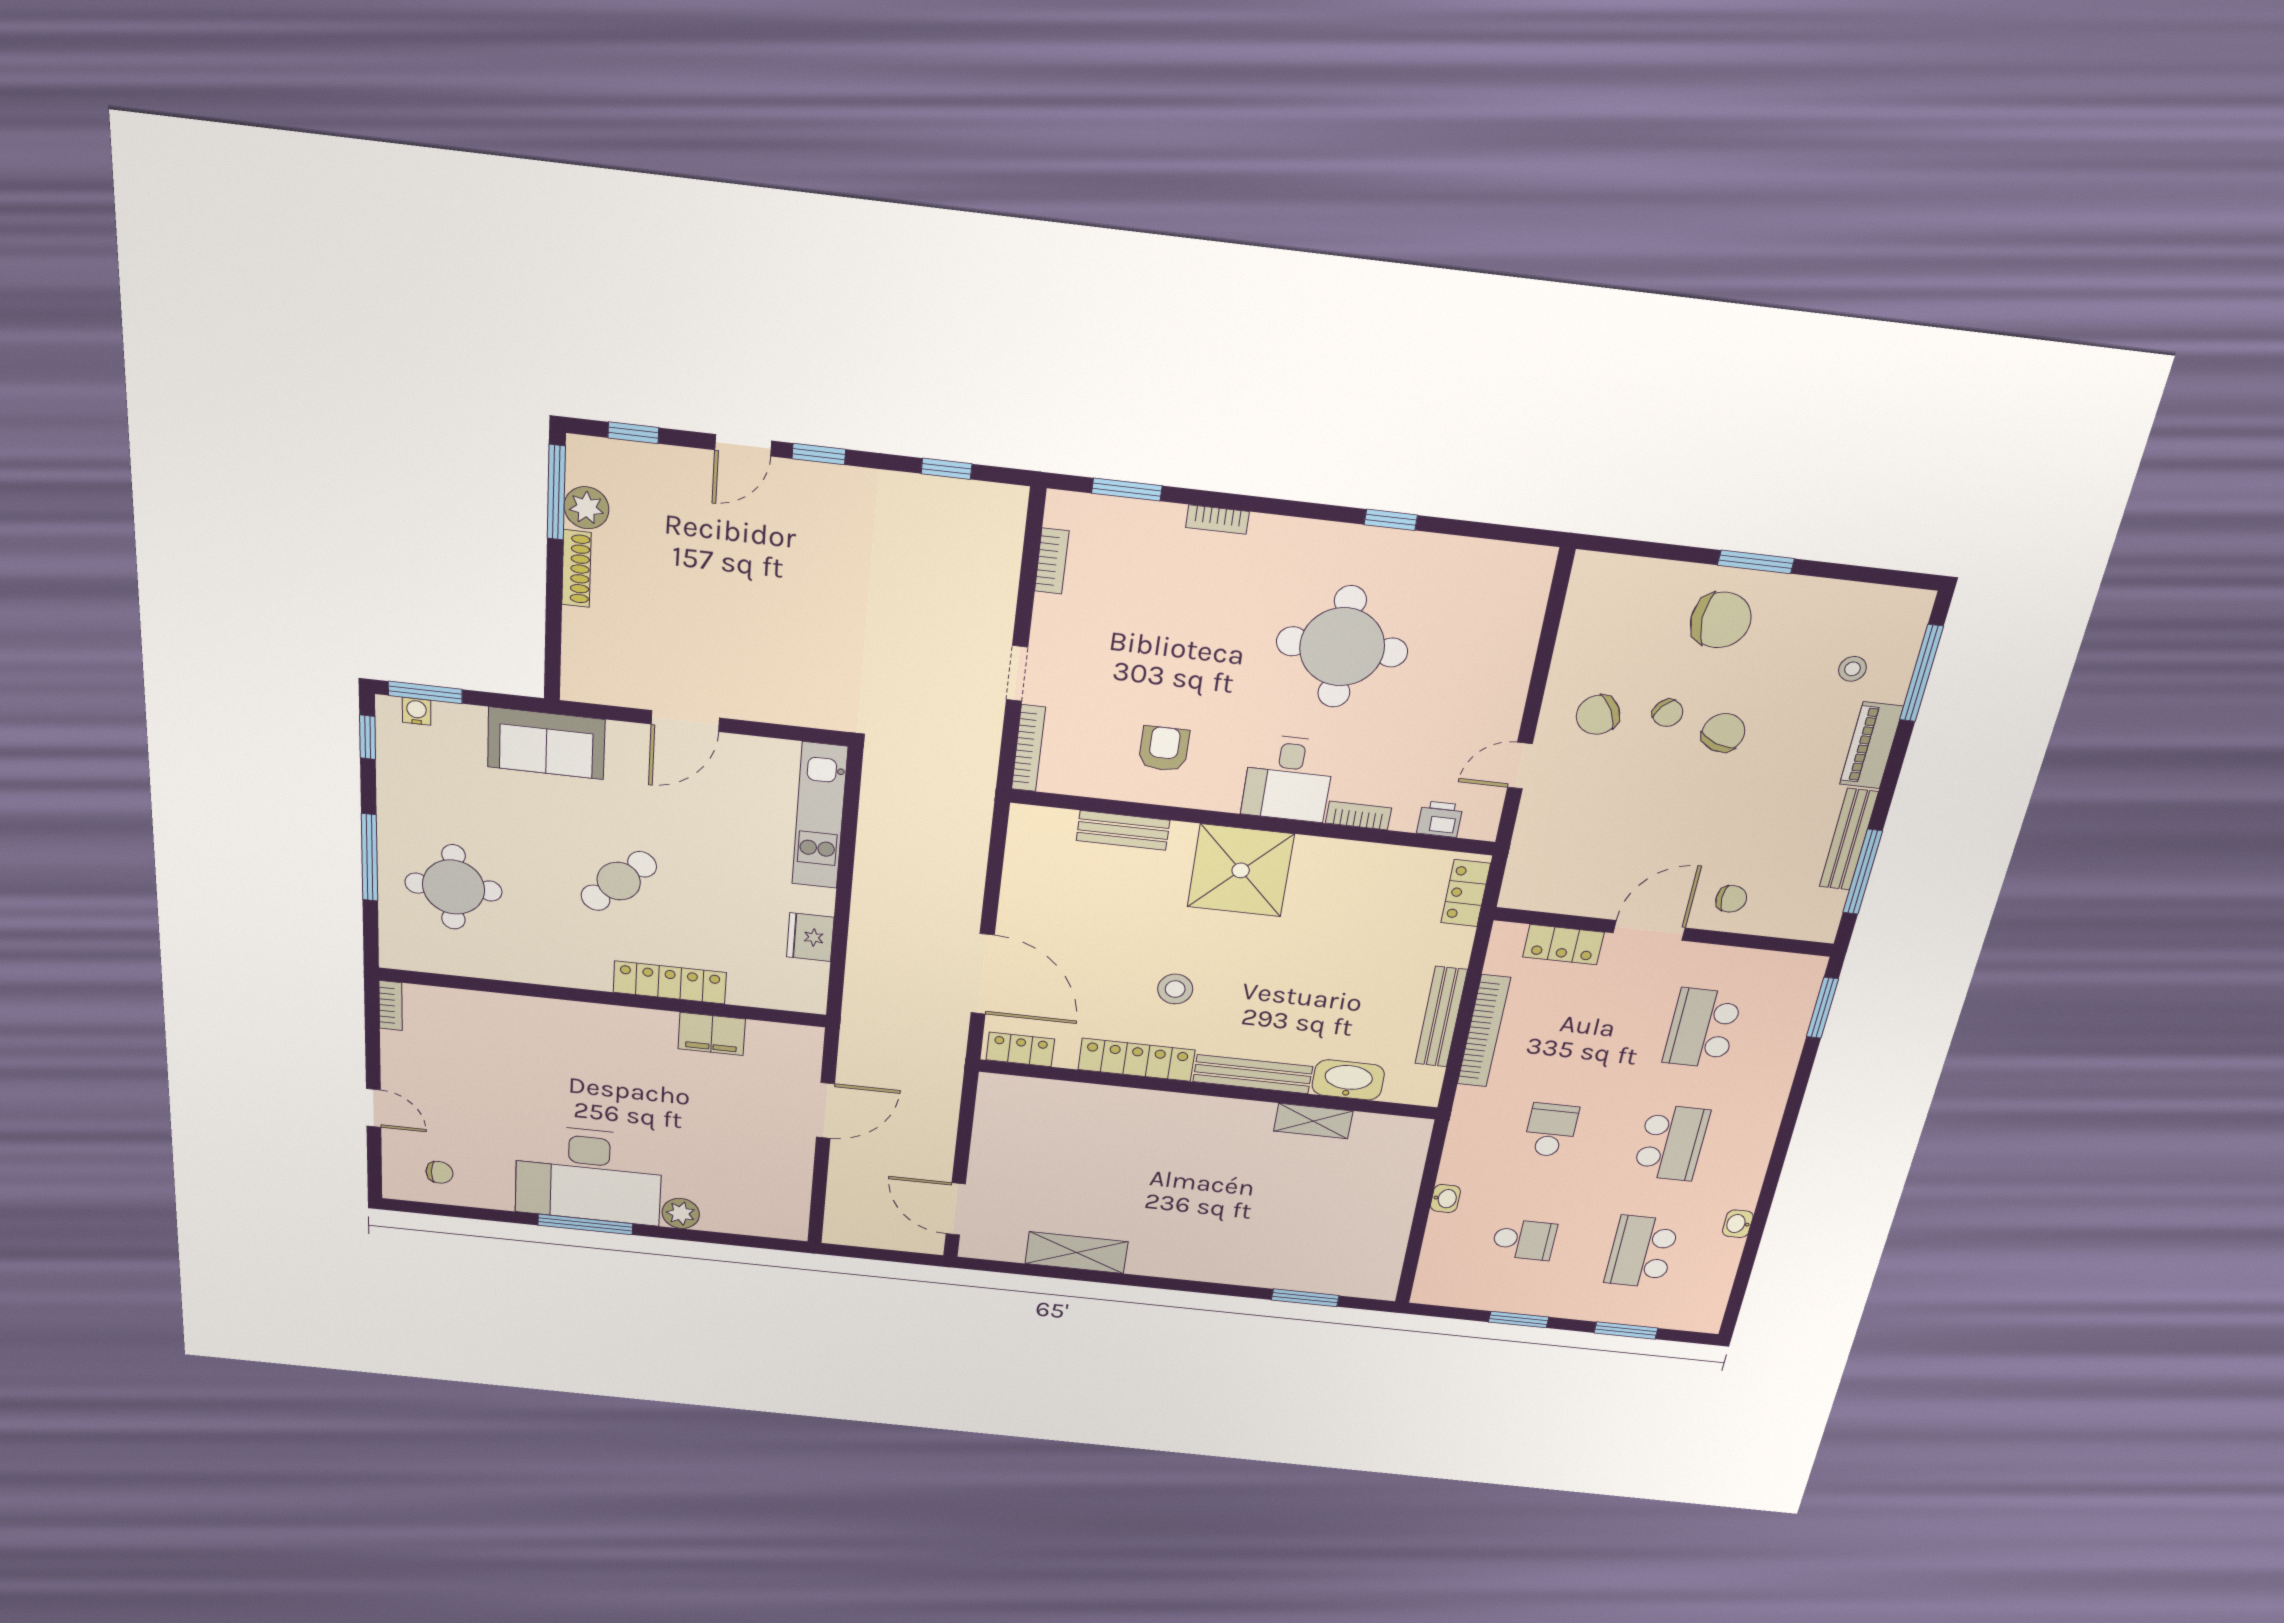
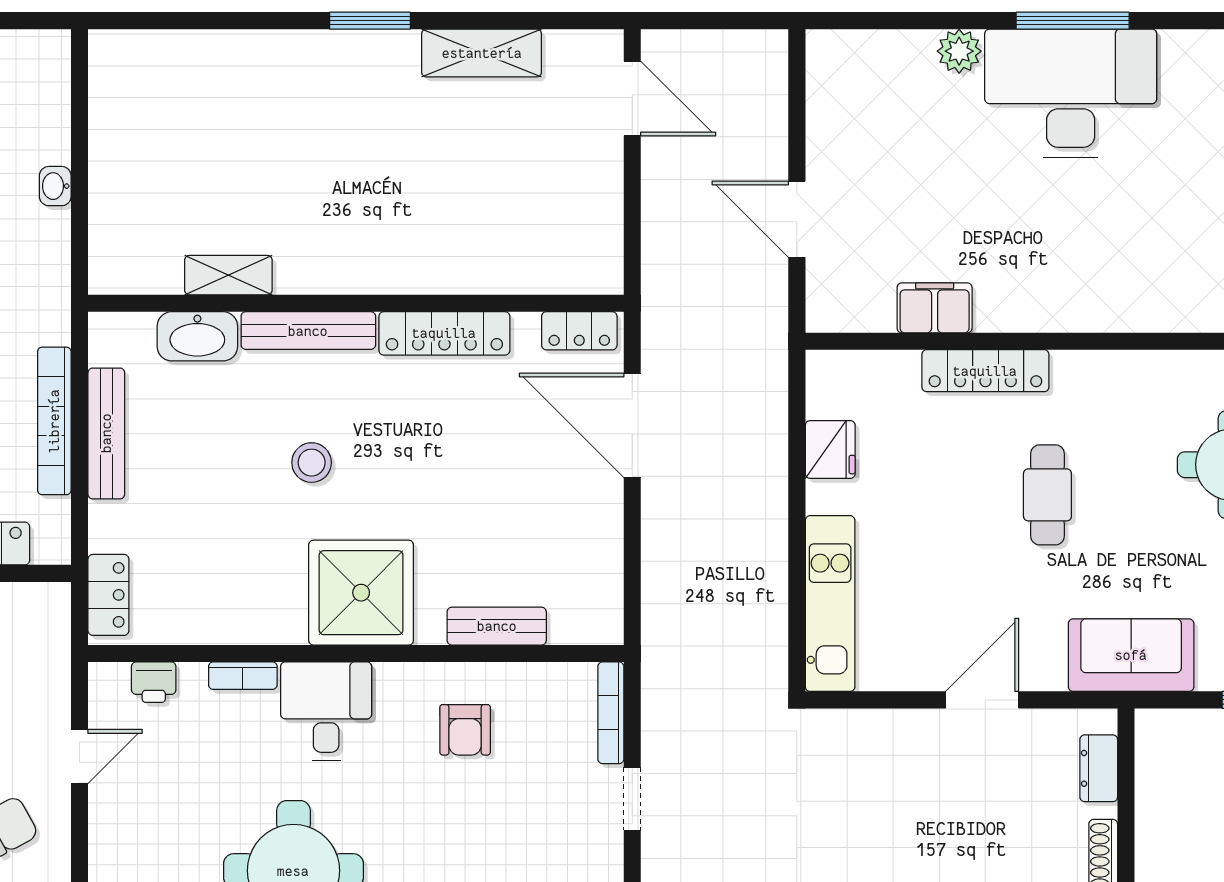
dresser: (579, 651) -> (1099, 768), added
cafe table: (619, 881) -> (1047, 495), turned -46
stool: (1175, 989) -> (312, 463), moved
door: (825, 1111) -> (797, 219), hinge flipped
window: (1305, 1298) -> (370, 21), moved

